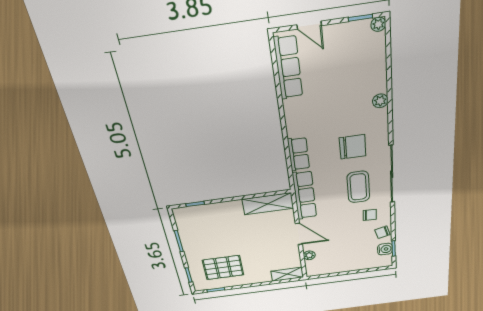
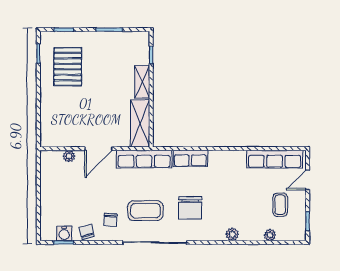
plant: (378, 24) -> (270, 235), moved
coffee table: (342, 53) -> (280, 205), added
shelving: (287, 274) -> (142, 82), moved

